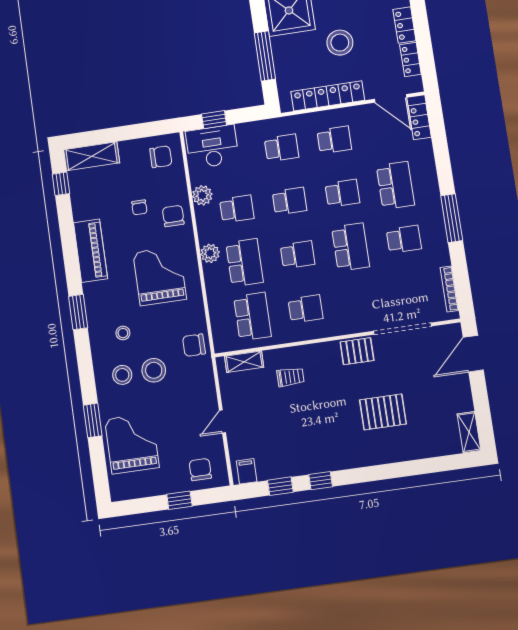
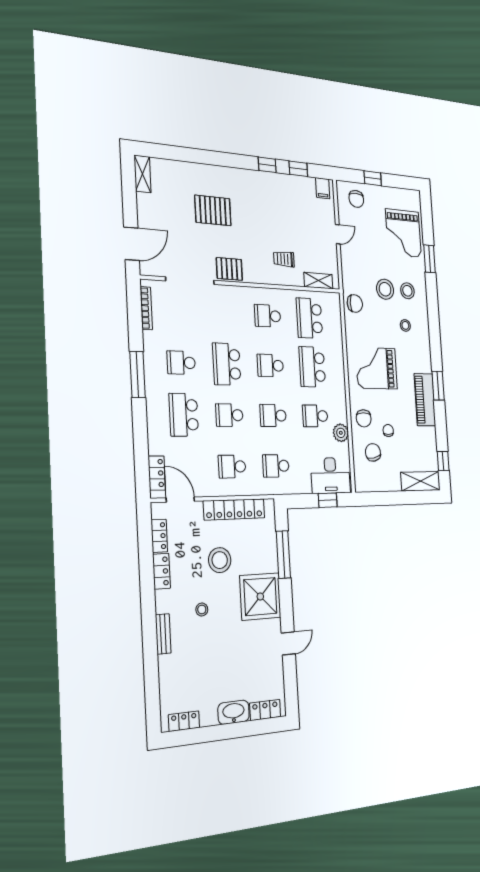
chair: (161, 157) -> (373, 452), moved, turned 79
plant: (210, 253) -> (338, 380), removed
grand piano: (160, 276) -> (376, 368), turned 90
window: (78, 312) -> (438, 386), moved

